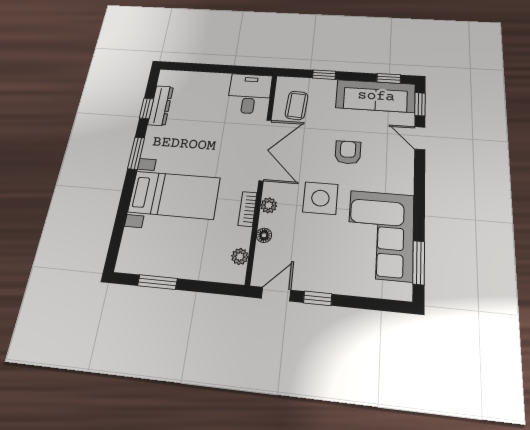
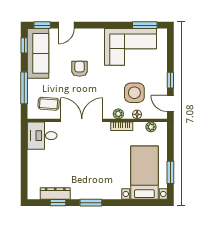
window: (324, 75) -> (24, 88), width x2.17
armchair: (348, 152) -> (80, 69), turned 90
bed with nightstands: (174, 195) -> (144, 173), moved
side table: (320, 198) -> (134, 93), moved

